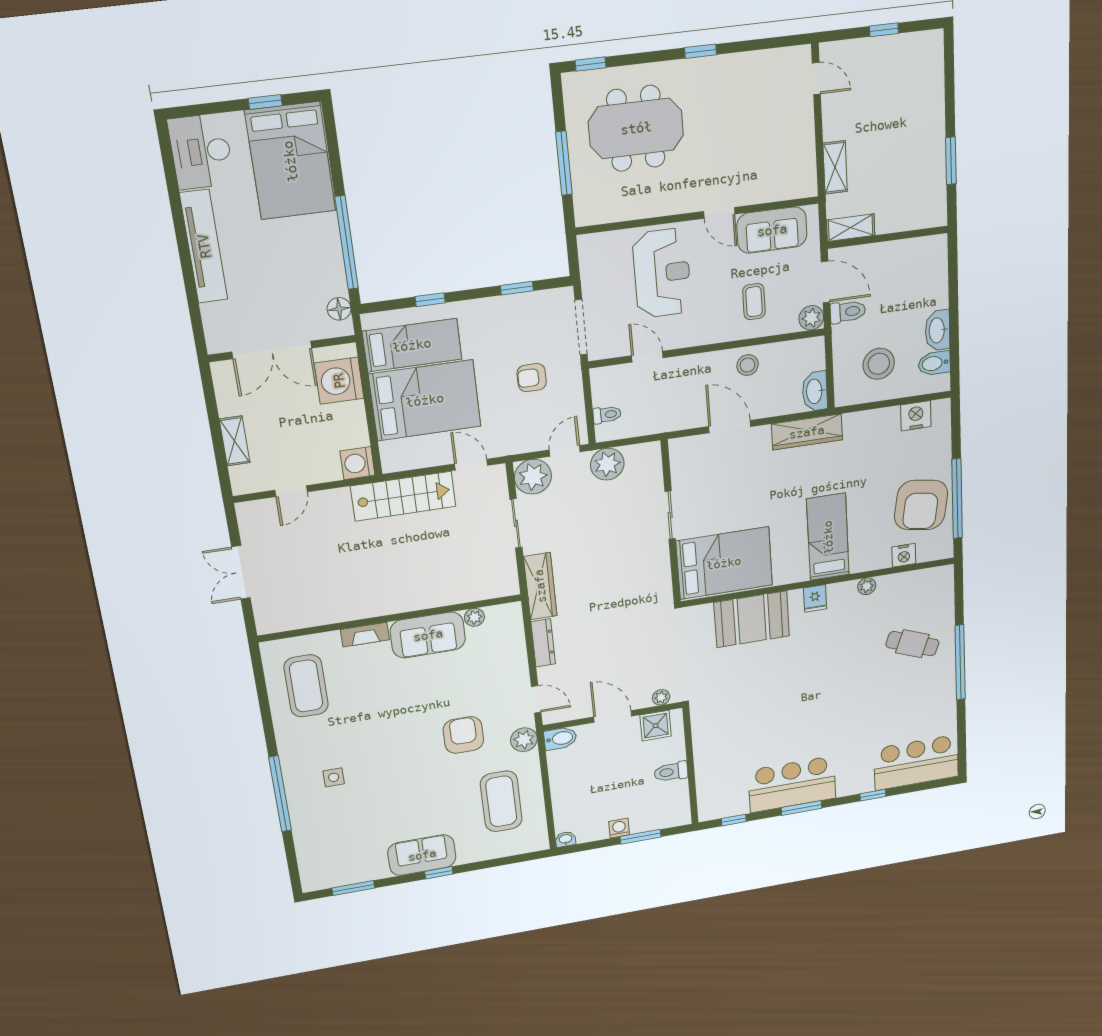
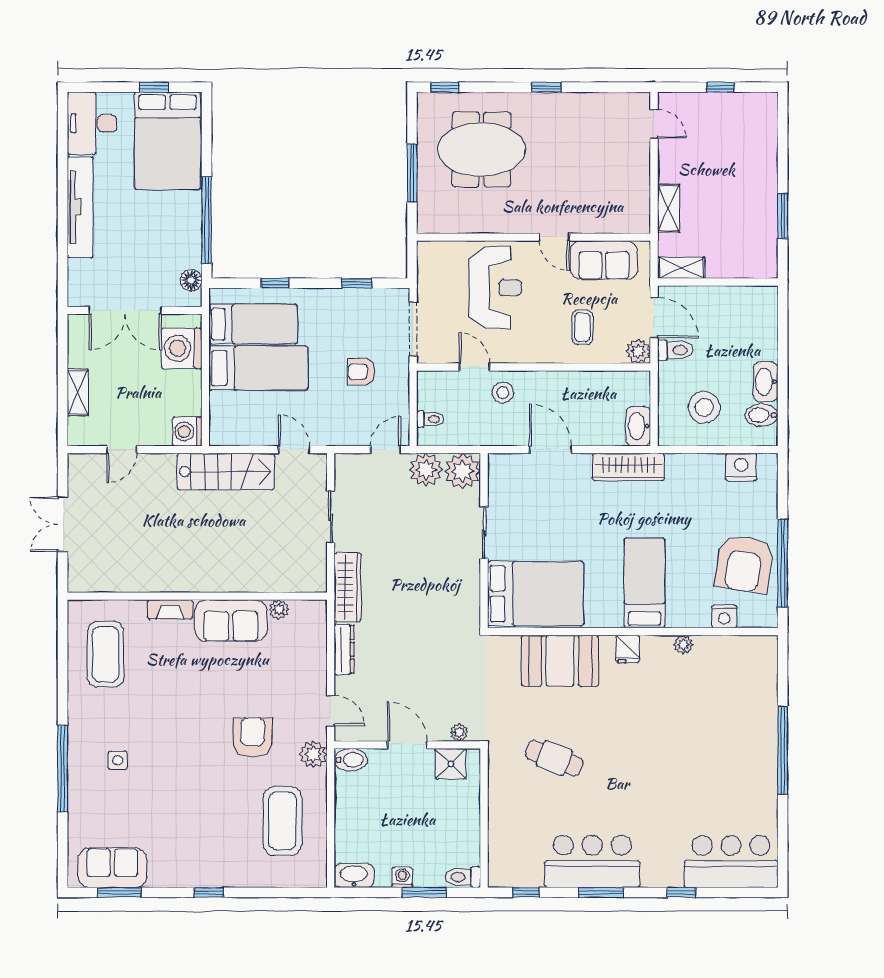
stool: (748, 365) -> (503, 393), moved
bed: (425, 400) -> (258, 368), width x0.67
plant: (533, 477) -> (462, 471), moved
cafe table: (912, 644) -> (554, 758), moved
toilet: (671, 772) -> (463, 877), moved
washbasin: (566, 839) -> (354, 876), width x1.91, depth x1.45
sofa: (422, 855) -> (112, 868), moved

